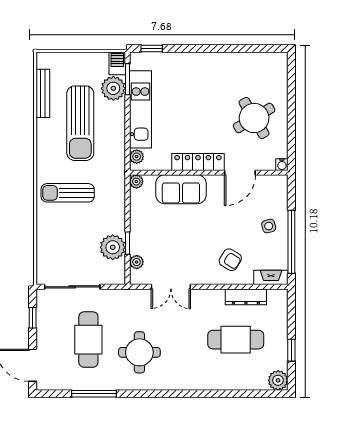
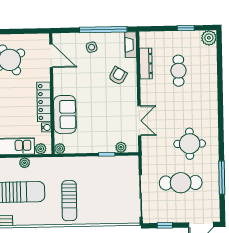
water cooler: (282, 165) -> (46, 127), moved
door: (240, 173) -> (51, 56), moved
plant: (113, 247) -> (25, 163), moved, width x0.53, depth x0.53
cafe table: (236, 340) -> (178, 71), width x0.73, depth x0.74

